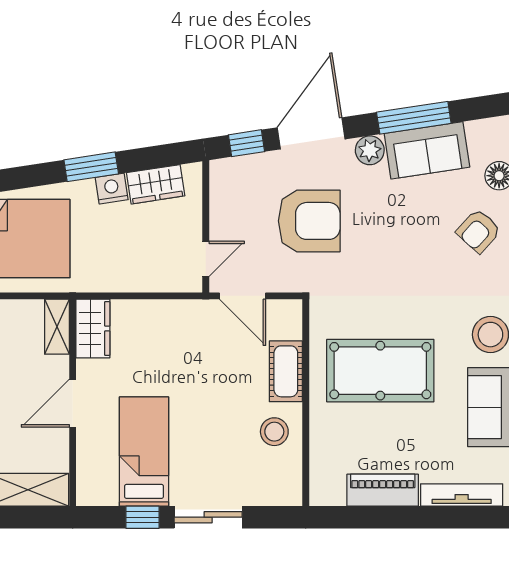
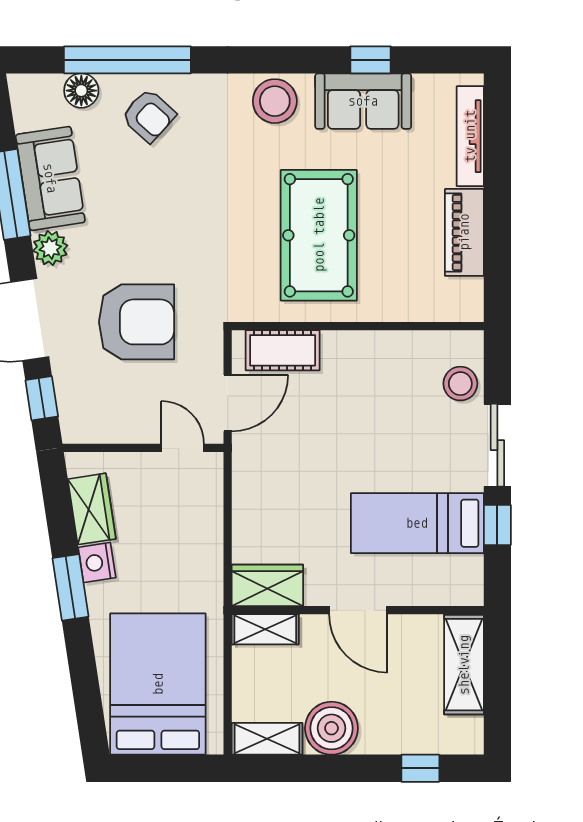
armchair: (309, 221) -> (136, 322), turned 90
cot: (286, 371) -> (283, 350), moved
stool: (274, 432) -> (460, 384), moved

